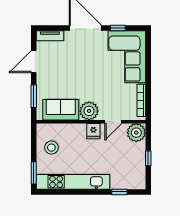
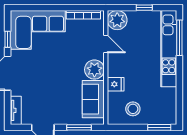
fridge: (93, 131) -> (116, 84), moved
kitchen unit: (73, 182) -> (169, 49), moved
window: (119, 192) -> (179, 38), width x2.17

